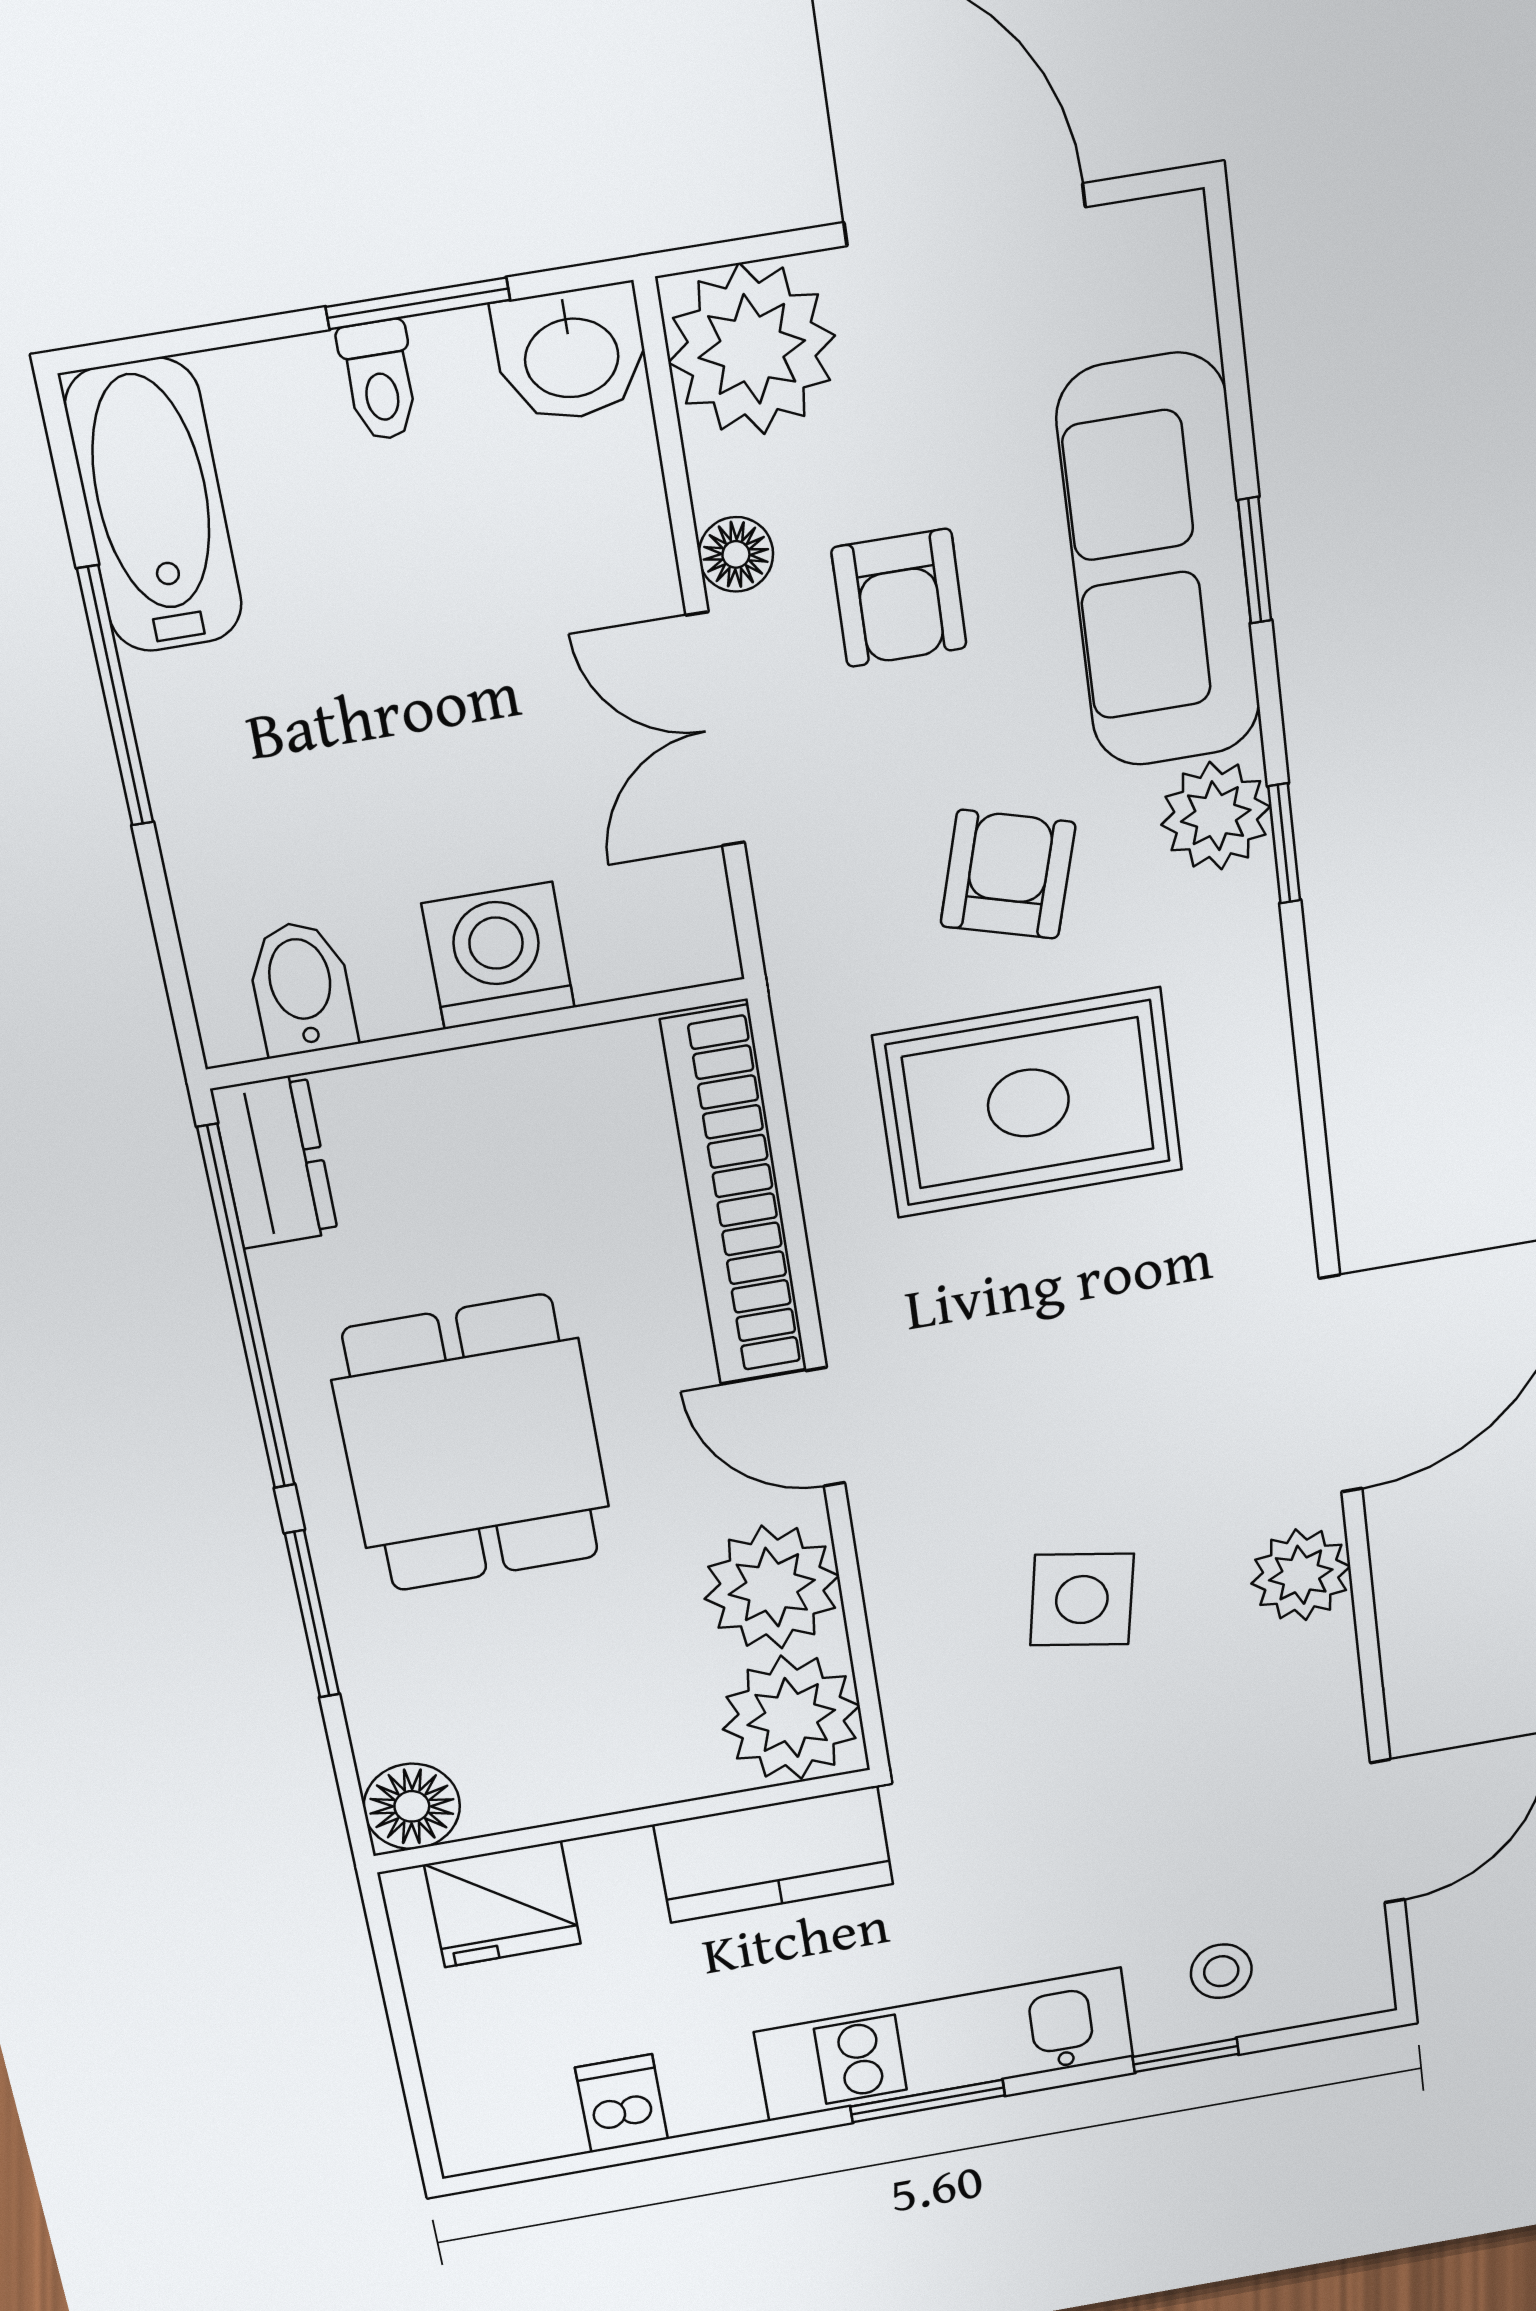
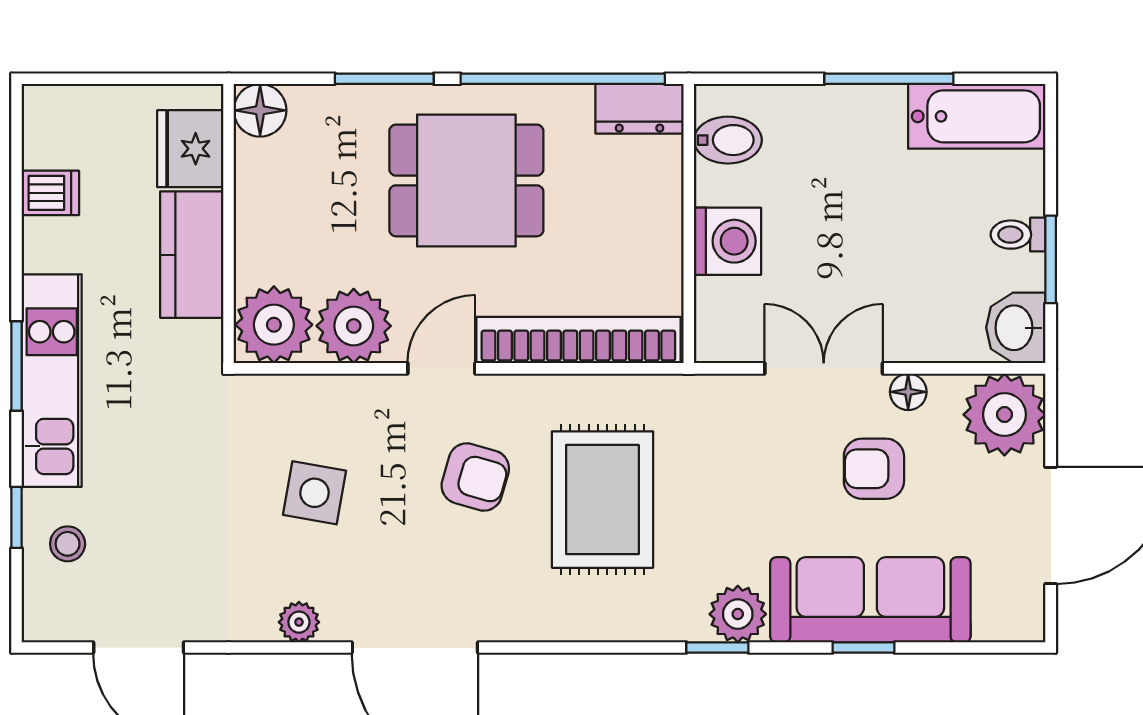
armchair: (1008, 874) -> (475, 477), moved
plant: (1301, 1575) -> (299, 622), width x0.73, depth x0.73
kitchen counter: (774, 1854) -> (192, 255), moved

